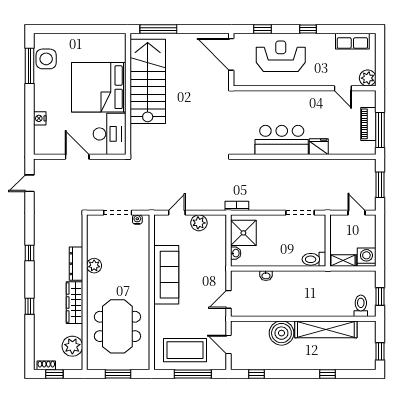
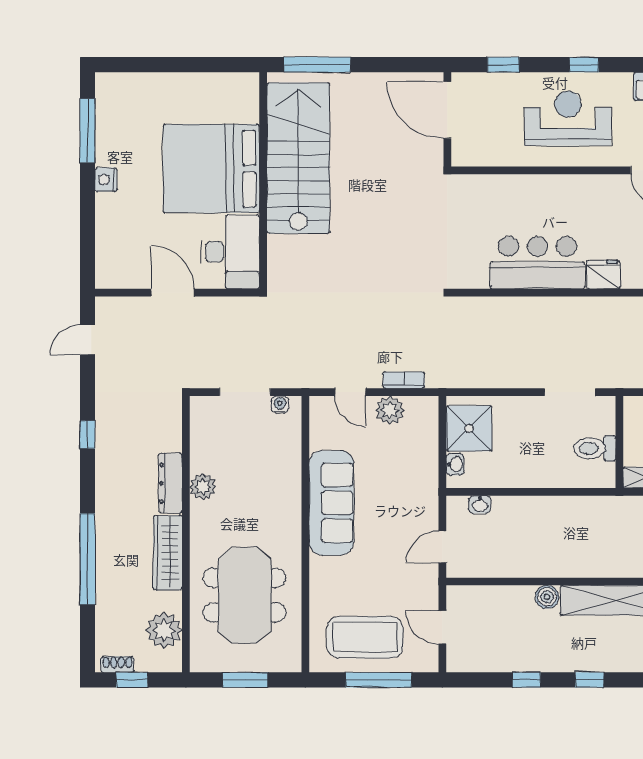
reception desk: (281, 56) -> (568, 118), moved
side table: (46, 59) -> (117, 118), removed
nightstand: (40, 118) -> (106, 180), moved
bookcase: (237, 206) -> (404, 380), moved
door: (177, 213) -> (350, 392), swing flipped
window: (29, 253) -> (88, 435), moved
toilet: (314, 259) -> (595, 448), moved
washbasin: (266, 276) -> (480, 504), moved
window: (29, 306) -> (88, 559), width x3.17
boiler: (281, 333) -> (547, 597), width x0.54, depth x0.54
window: (257, 374) -> (526, 680), moved
window: (327, 374) -> (590, 680), moved

